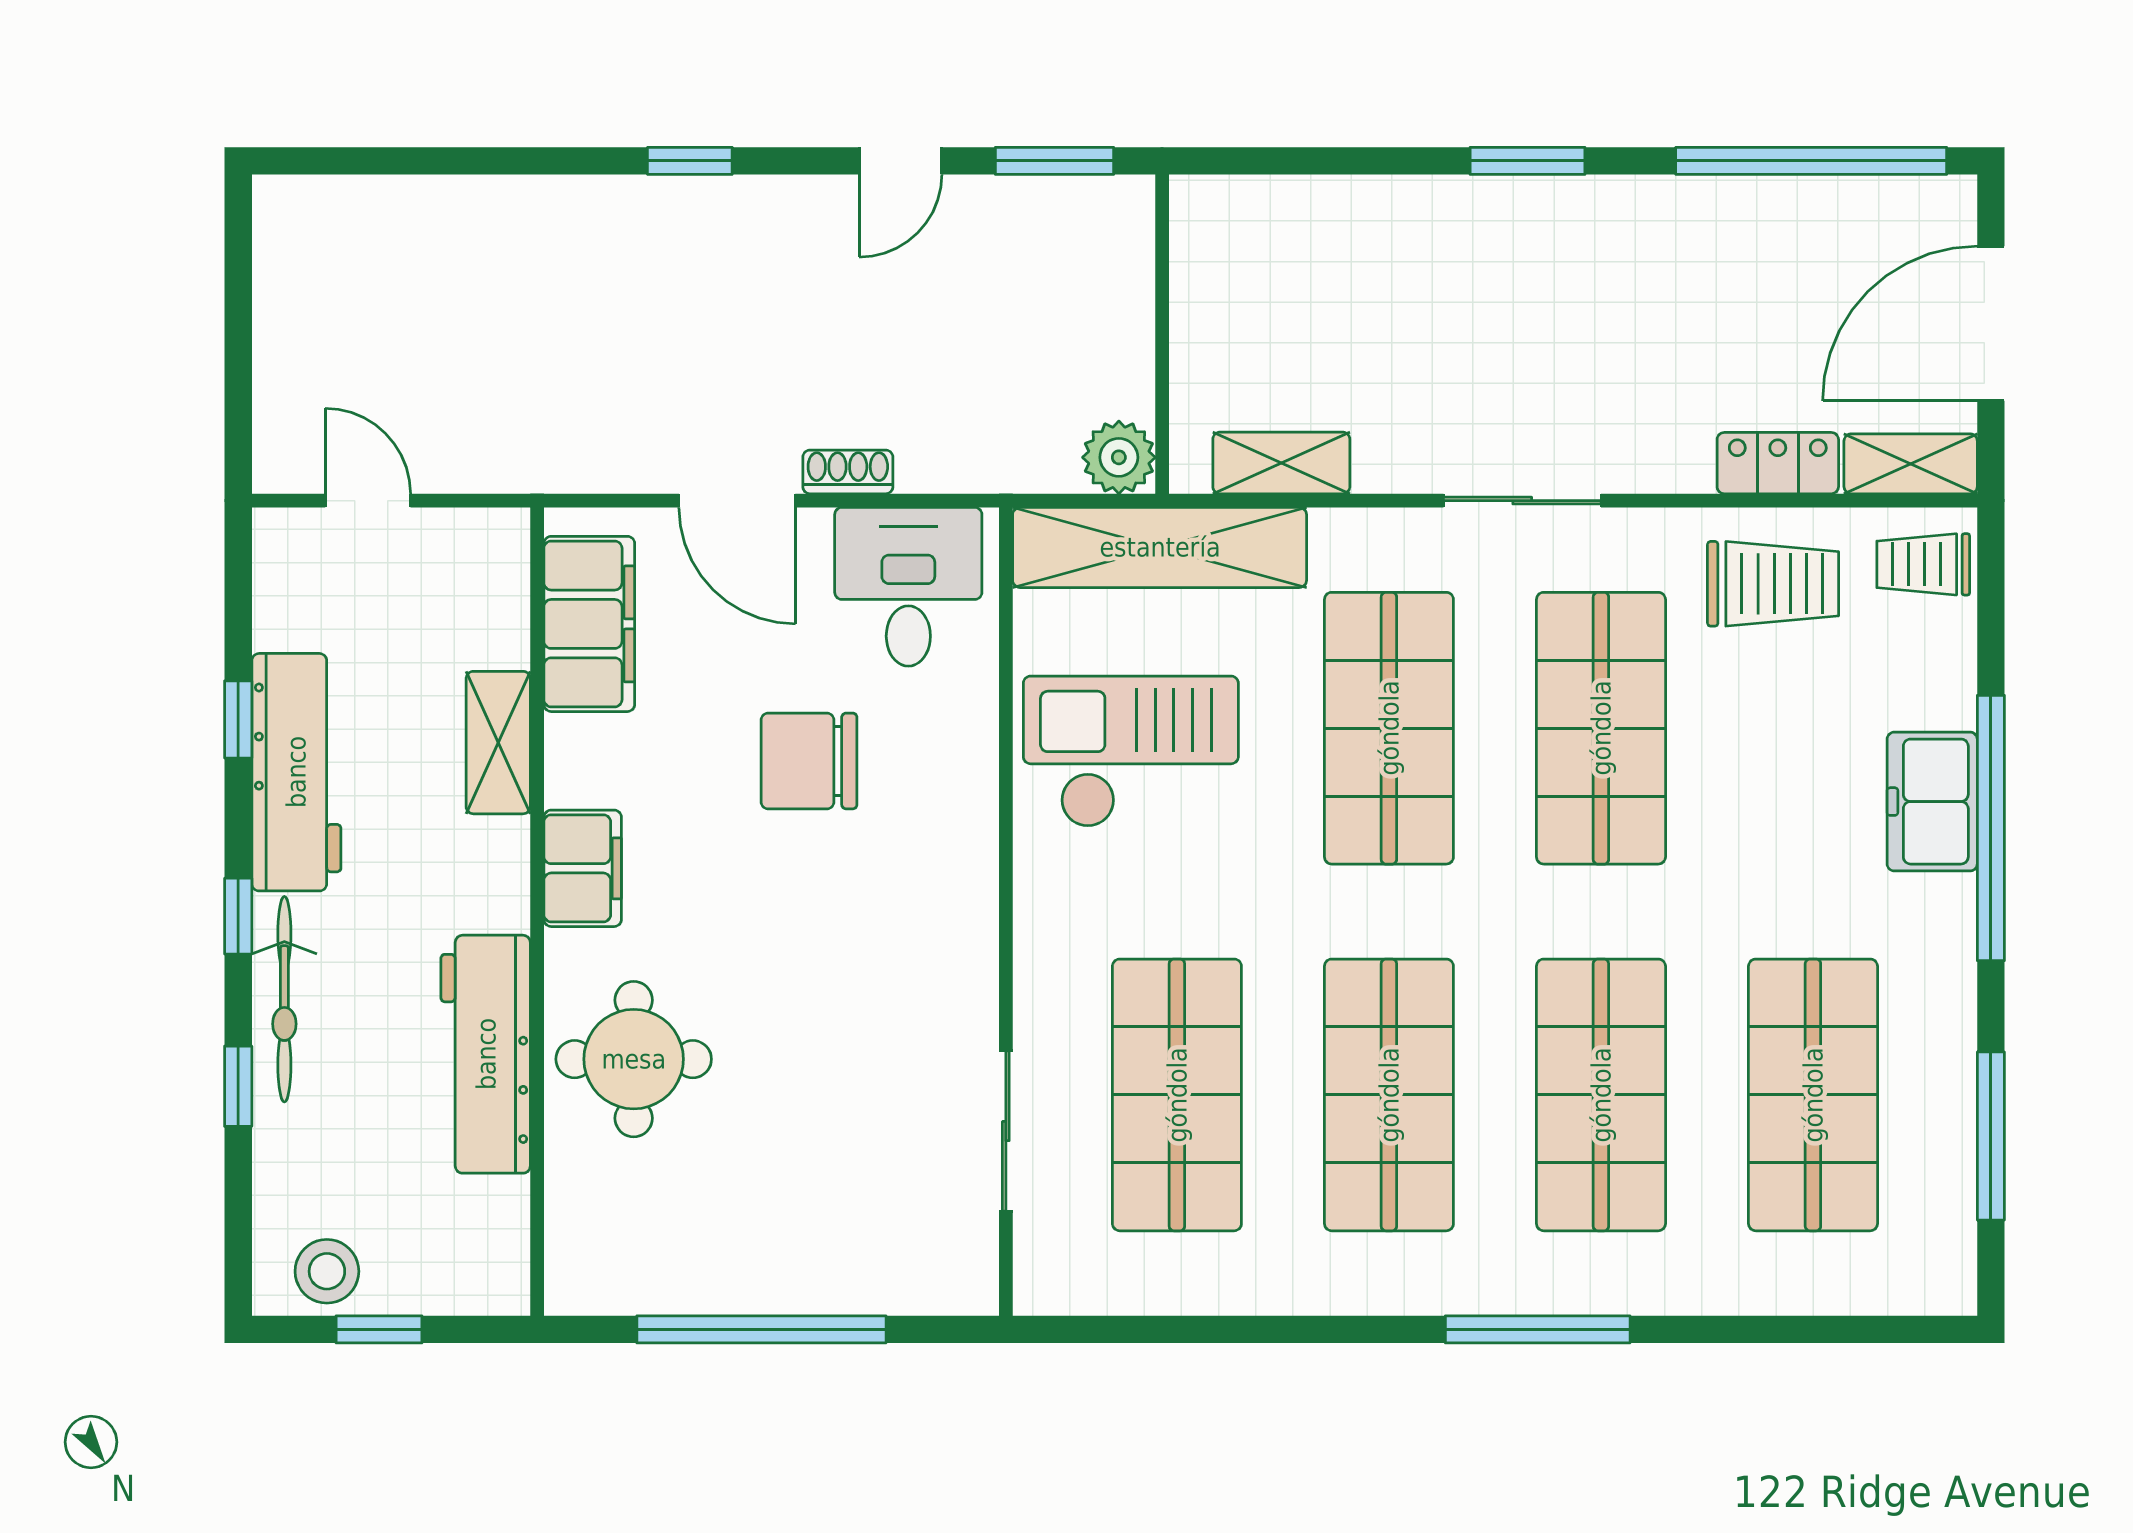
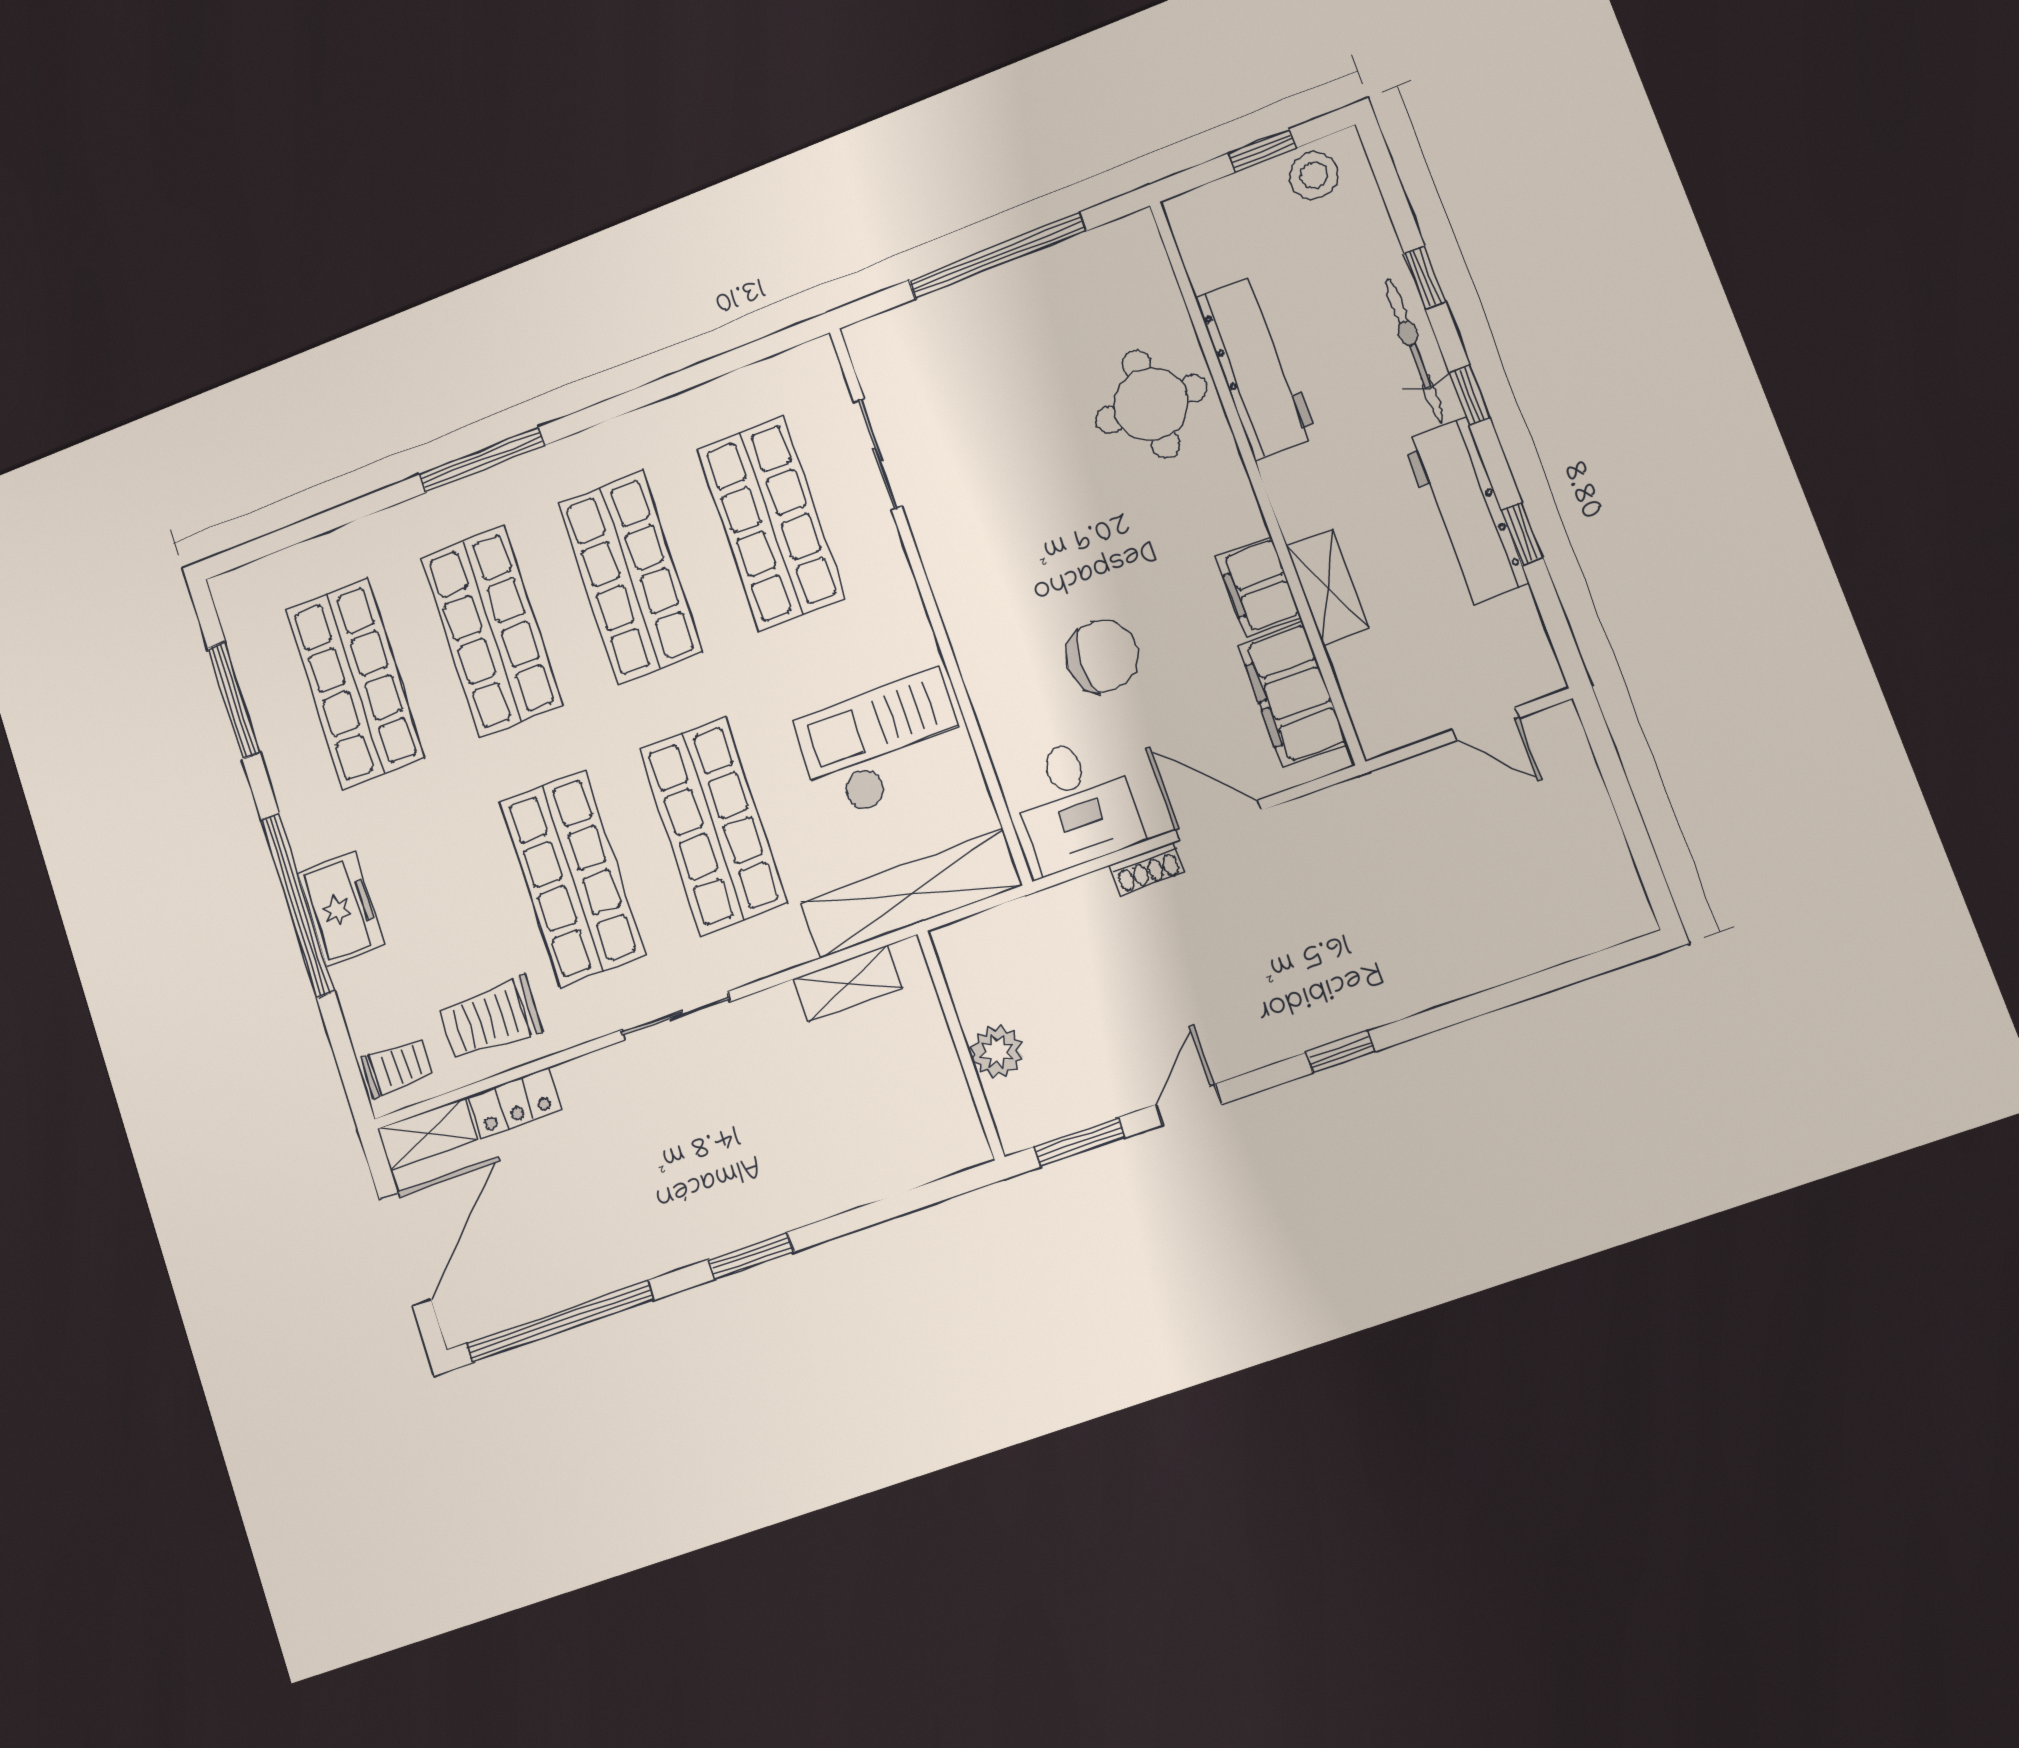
plant: (1119, 457) -> (997, 1052), moved
checkout: (1131, 752) -> (882, 745), turned 180
filing cabinet: (583, 868) -> (1259, 587), moved

